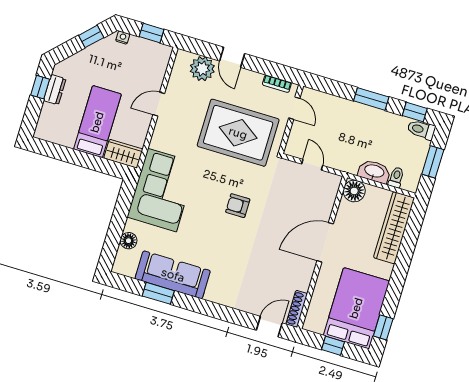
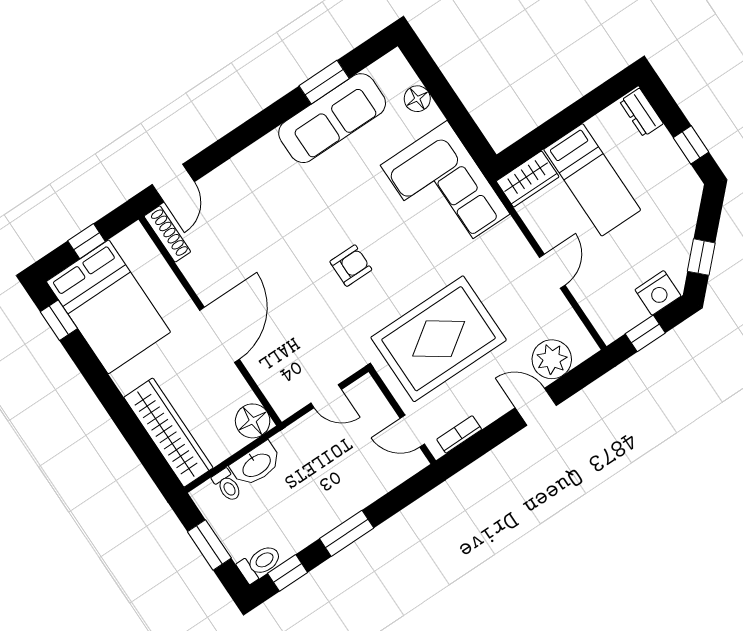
nightstand: (123, 38) -> (658, 293), width x1.89, depth x1.79
dresser: (55, 90) -> (641, 112), moved

